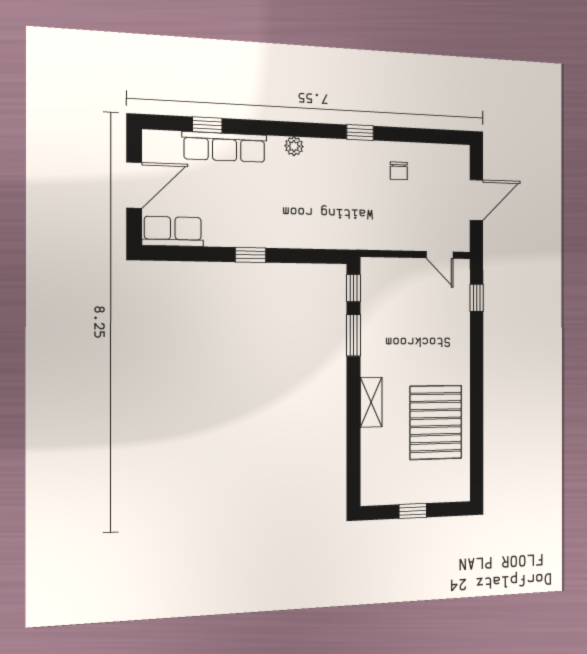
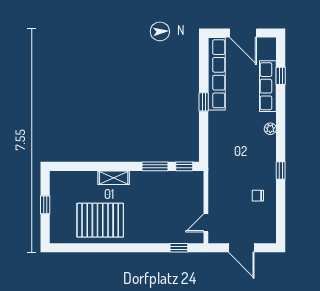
row of seats: (173, 231) -> (217, 74), width x2.02

